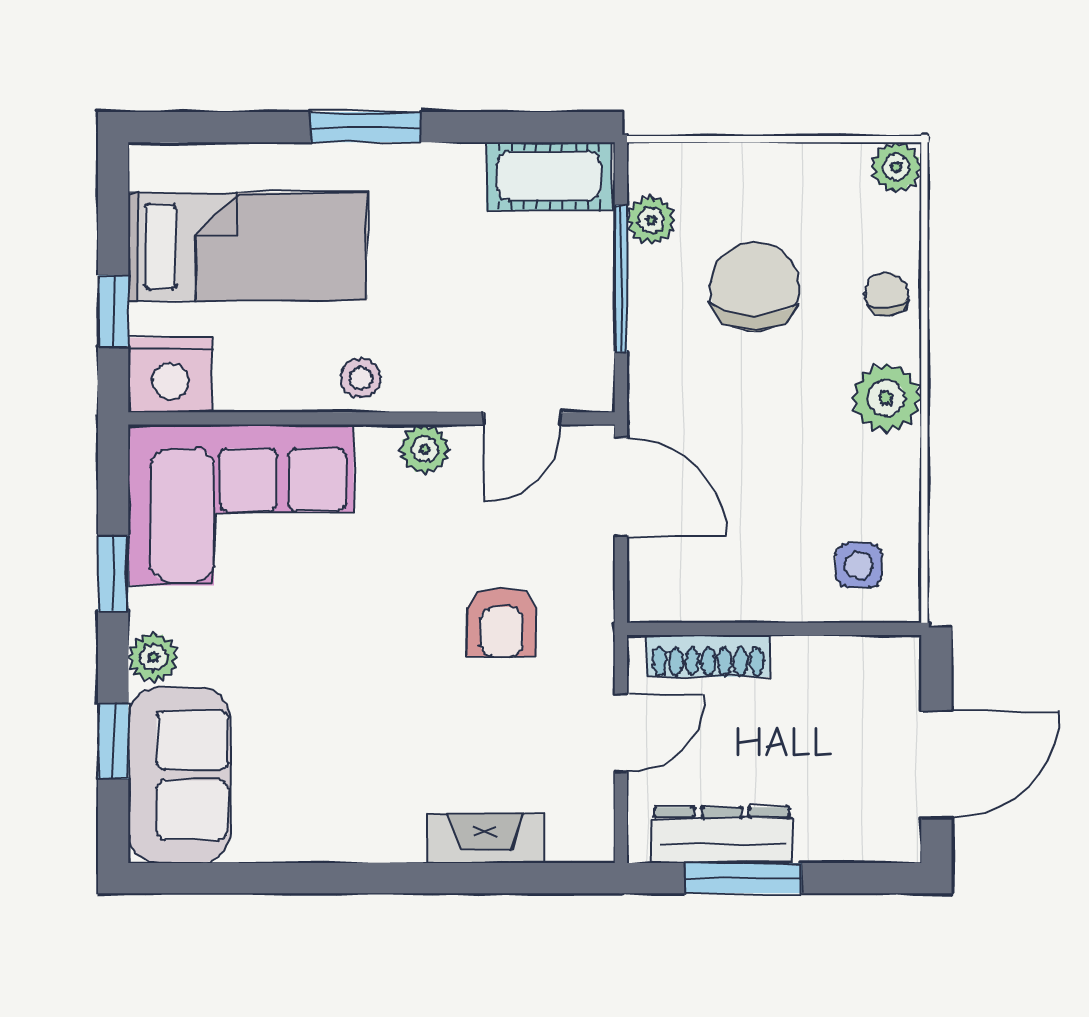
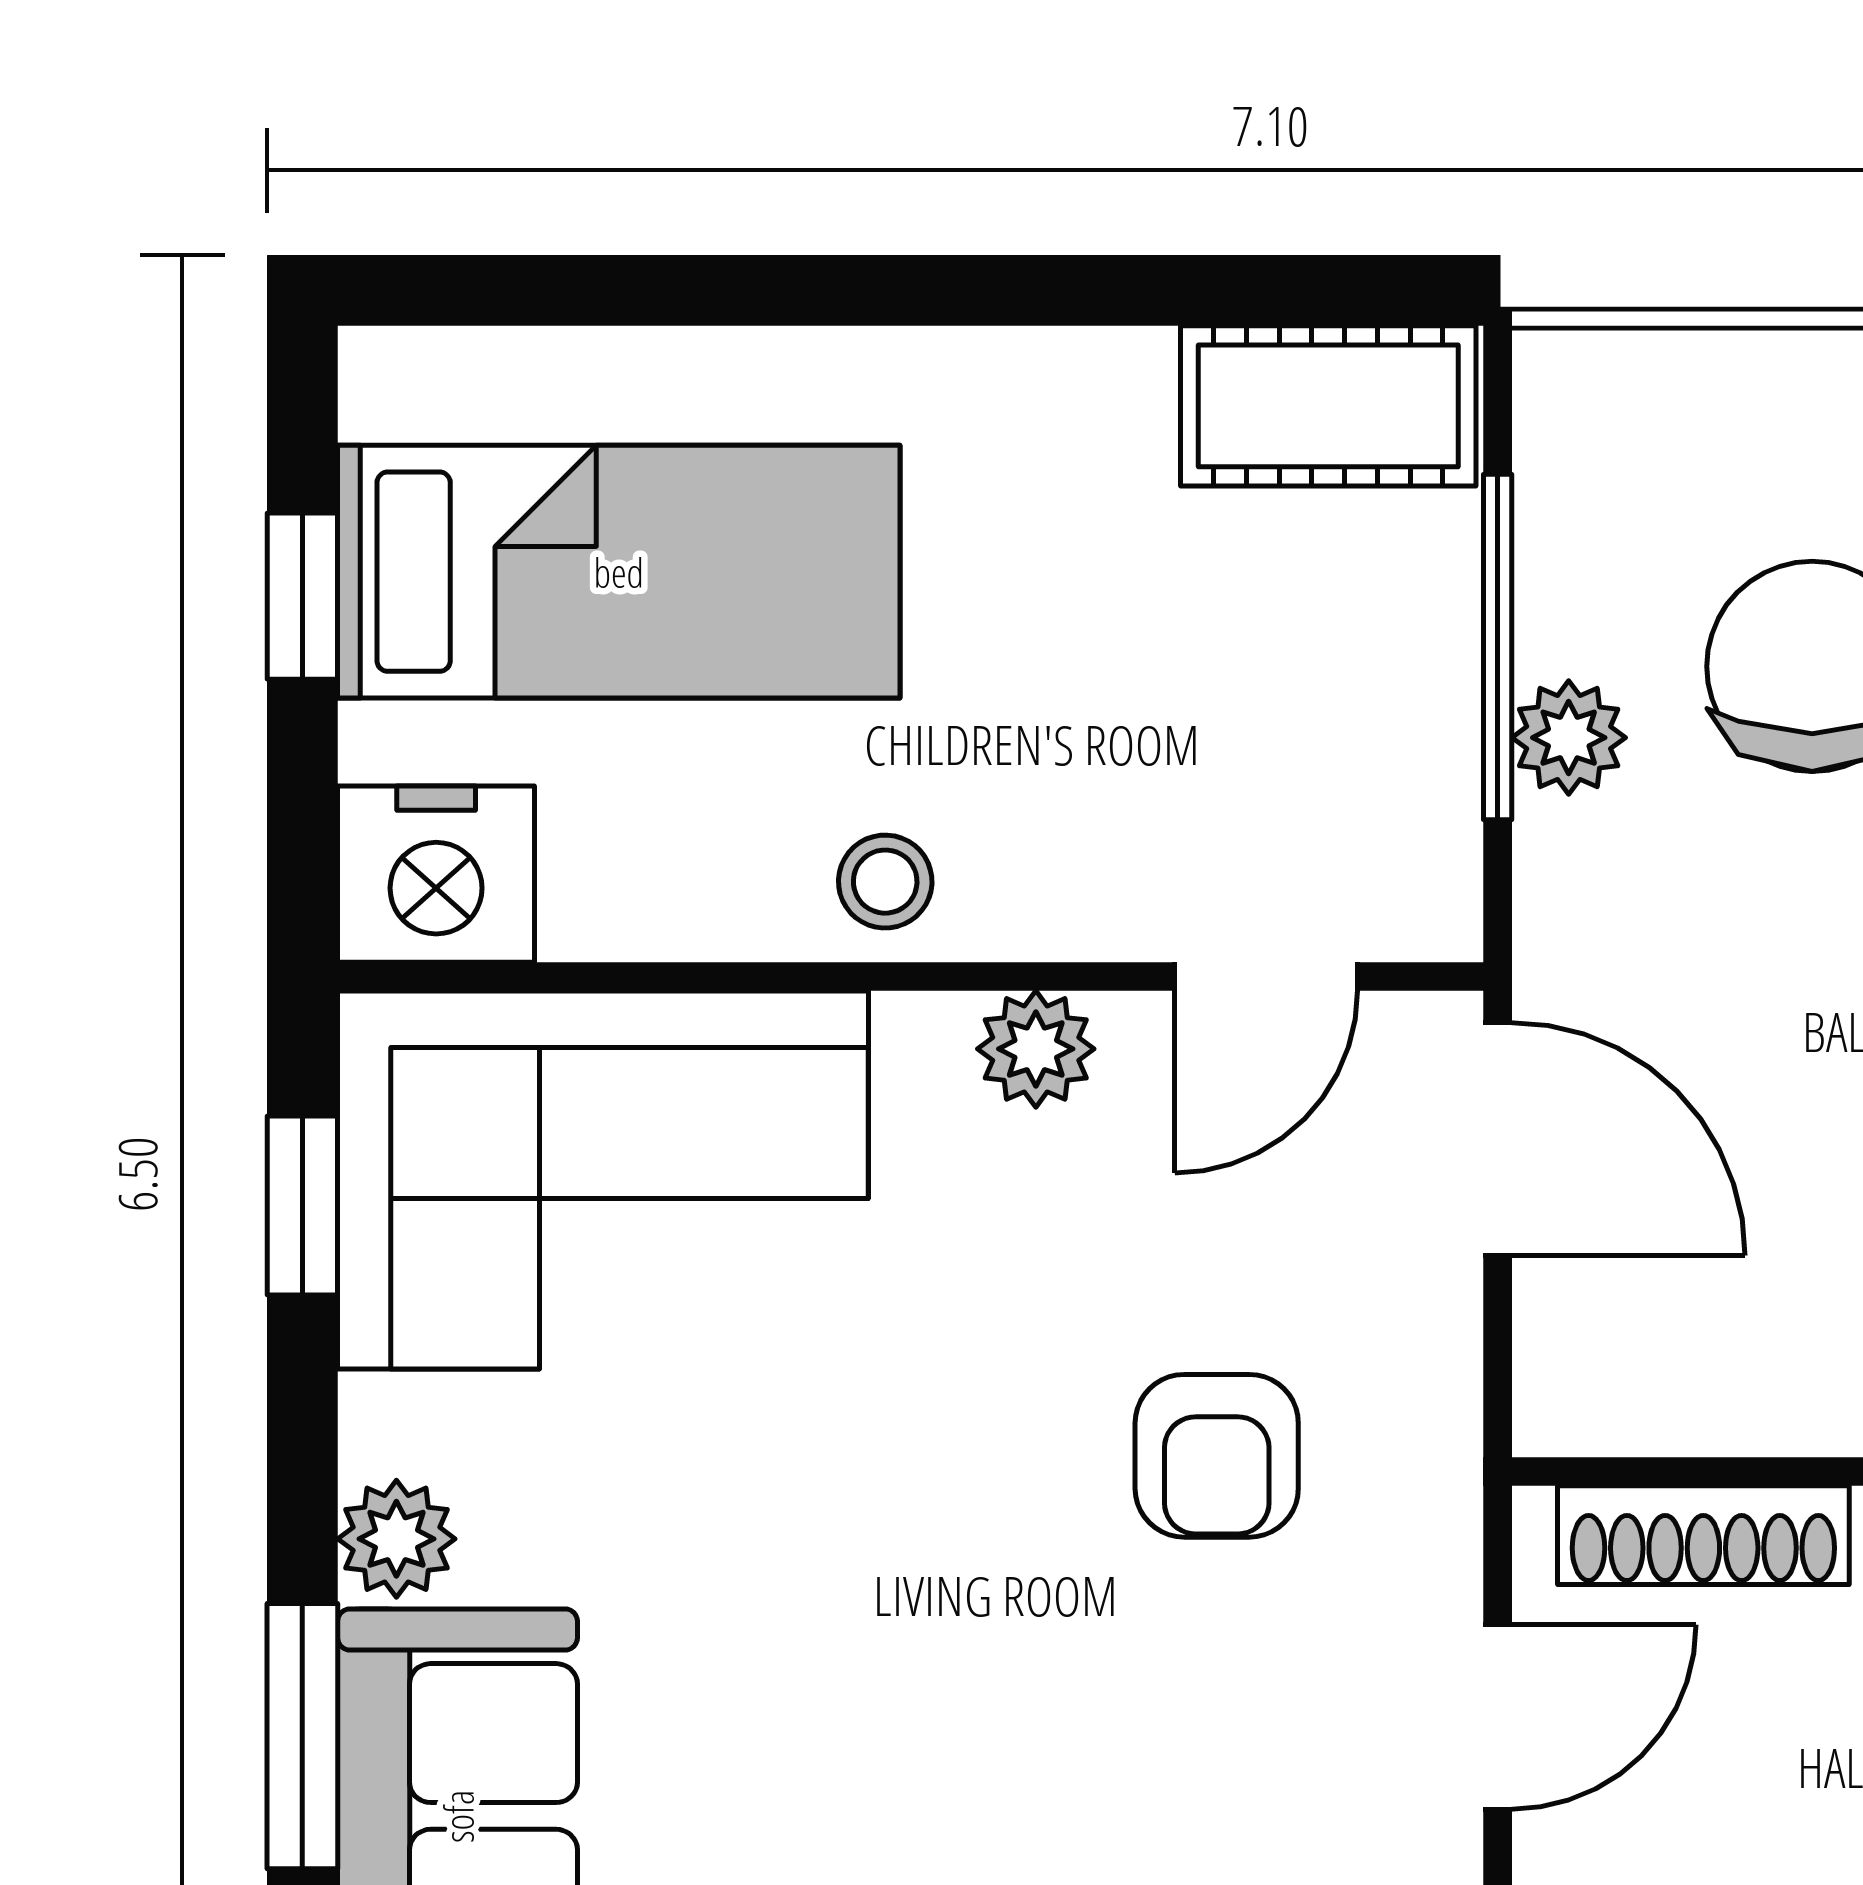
window: (365, 127) -> (896, 290), removed
plant: (651, 220) -> (1569, 738), moved
window: (113, 311) -> (302, 596), moved
window: (113, 573) -> (302, 1205), moved
window: (113, 741) -> (302, 1736), width x1.50

